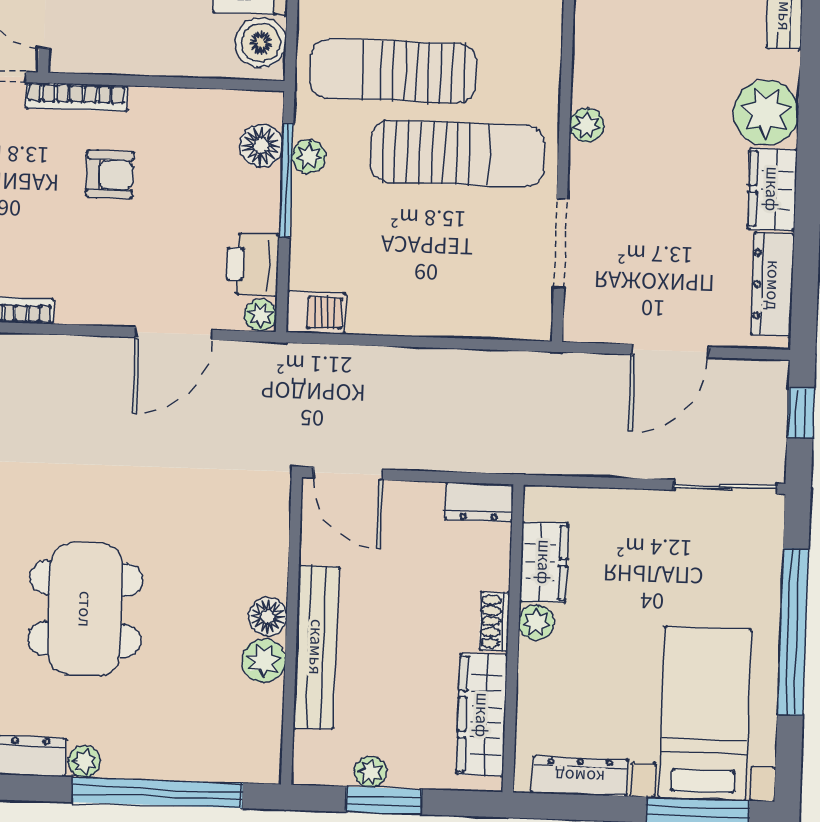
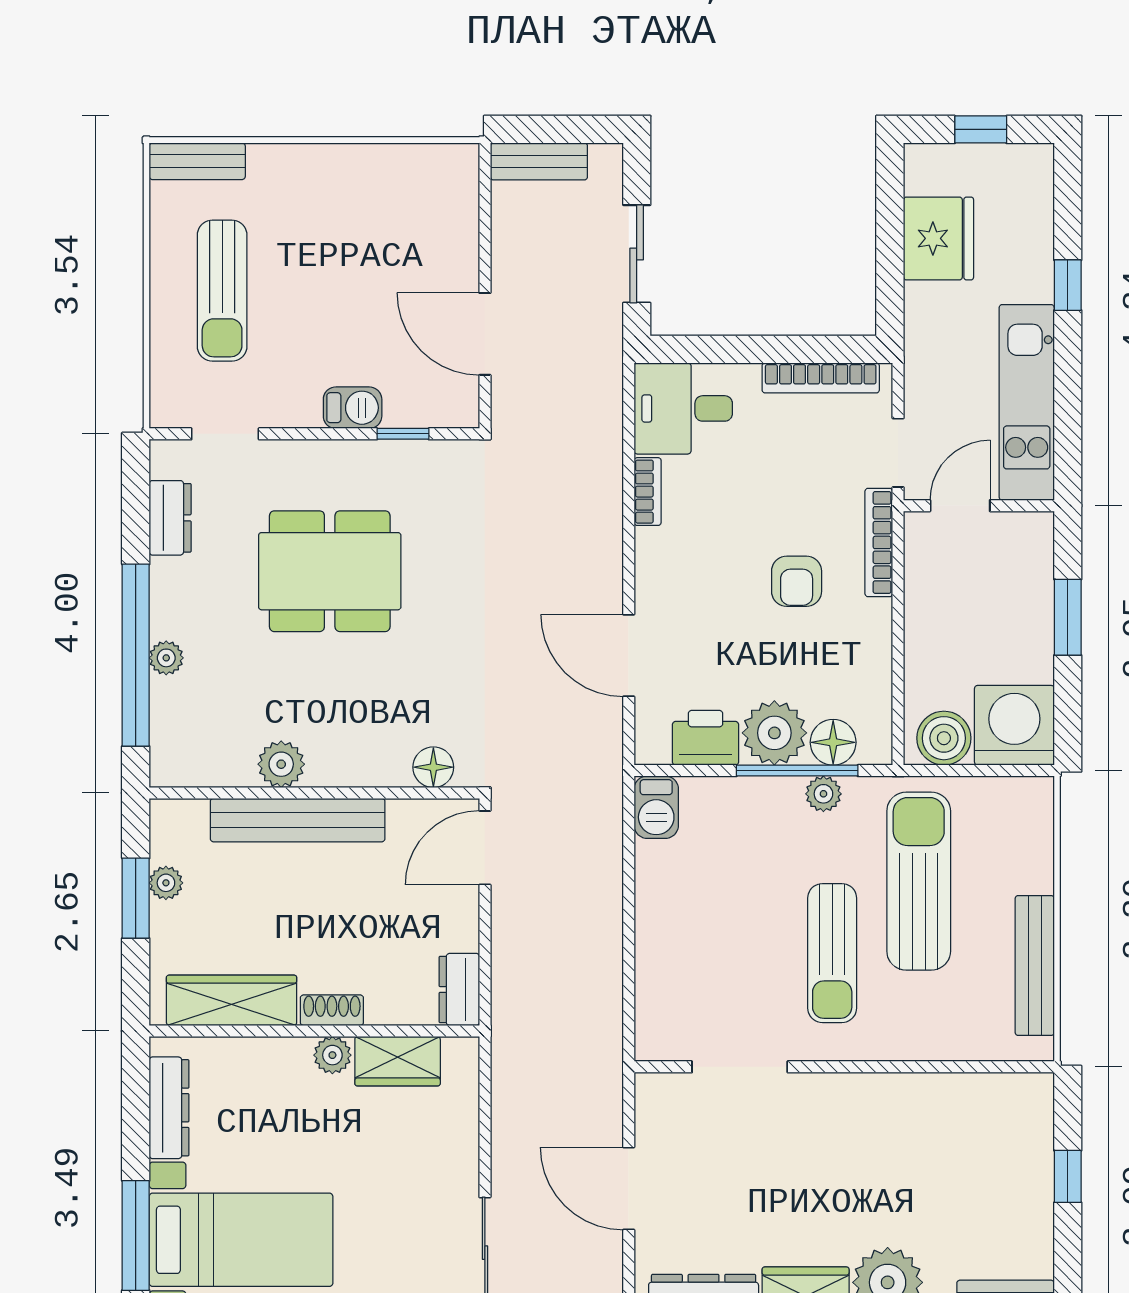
plant: (587, 125) -> (867, 1091), removed
sun lounger: (457, 154) -> (832, 953), width x0.73, depth x0.75
plant: (260, 315) -> (774, 733), moved, width x1.87, depth x1.87
floor lamp: (268, 617) -> (433, 767), moved
plant: (84, 762) -> (166, 658), moved

